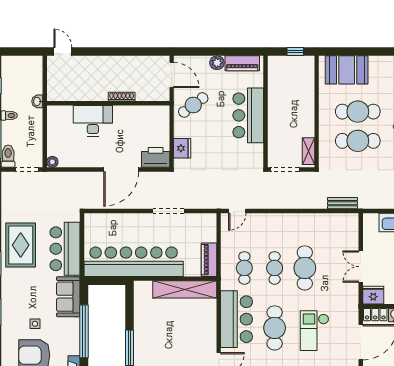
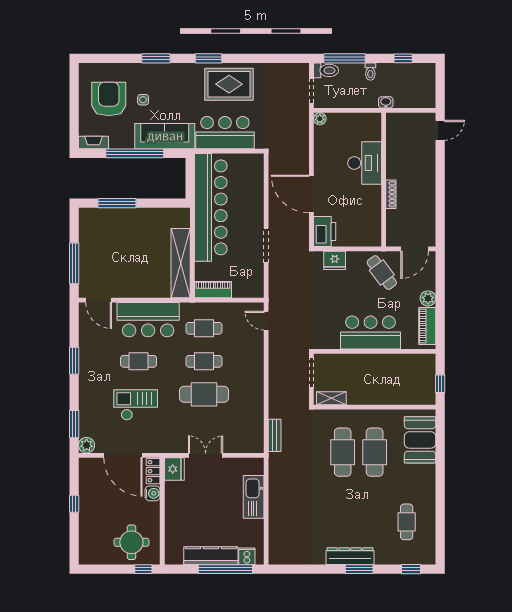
sofa: (68, 297) -> (165, 136), width x1.36
cafe table: (275, 328) -> (139, 361), width x0.73, depth x0.74

